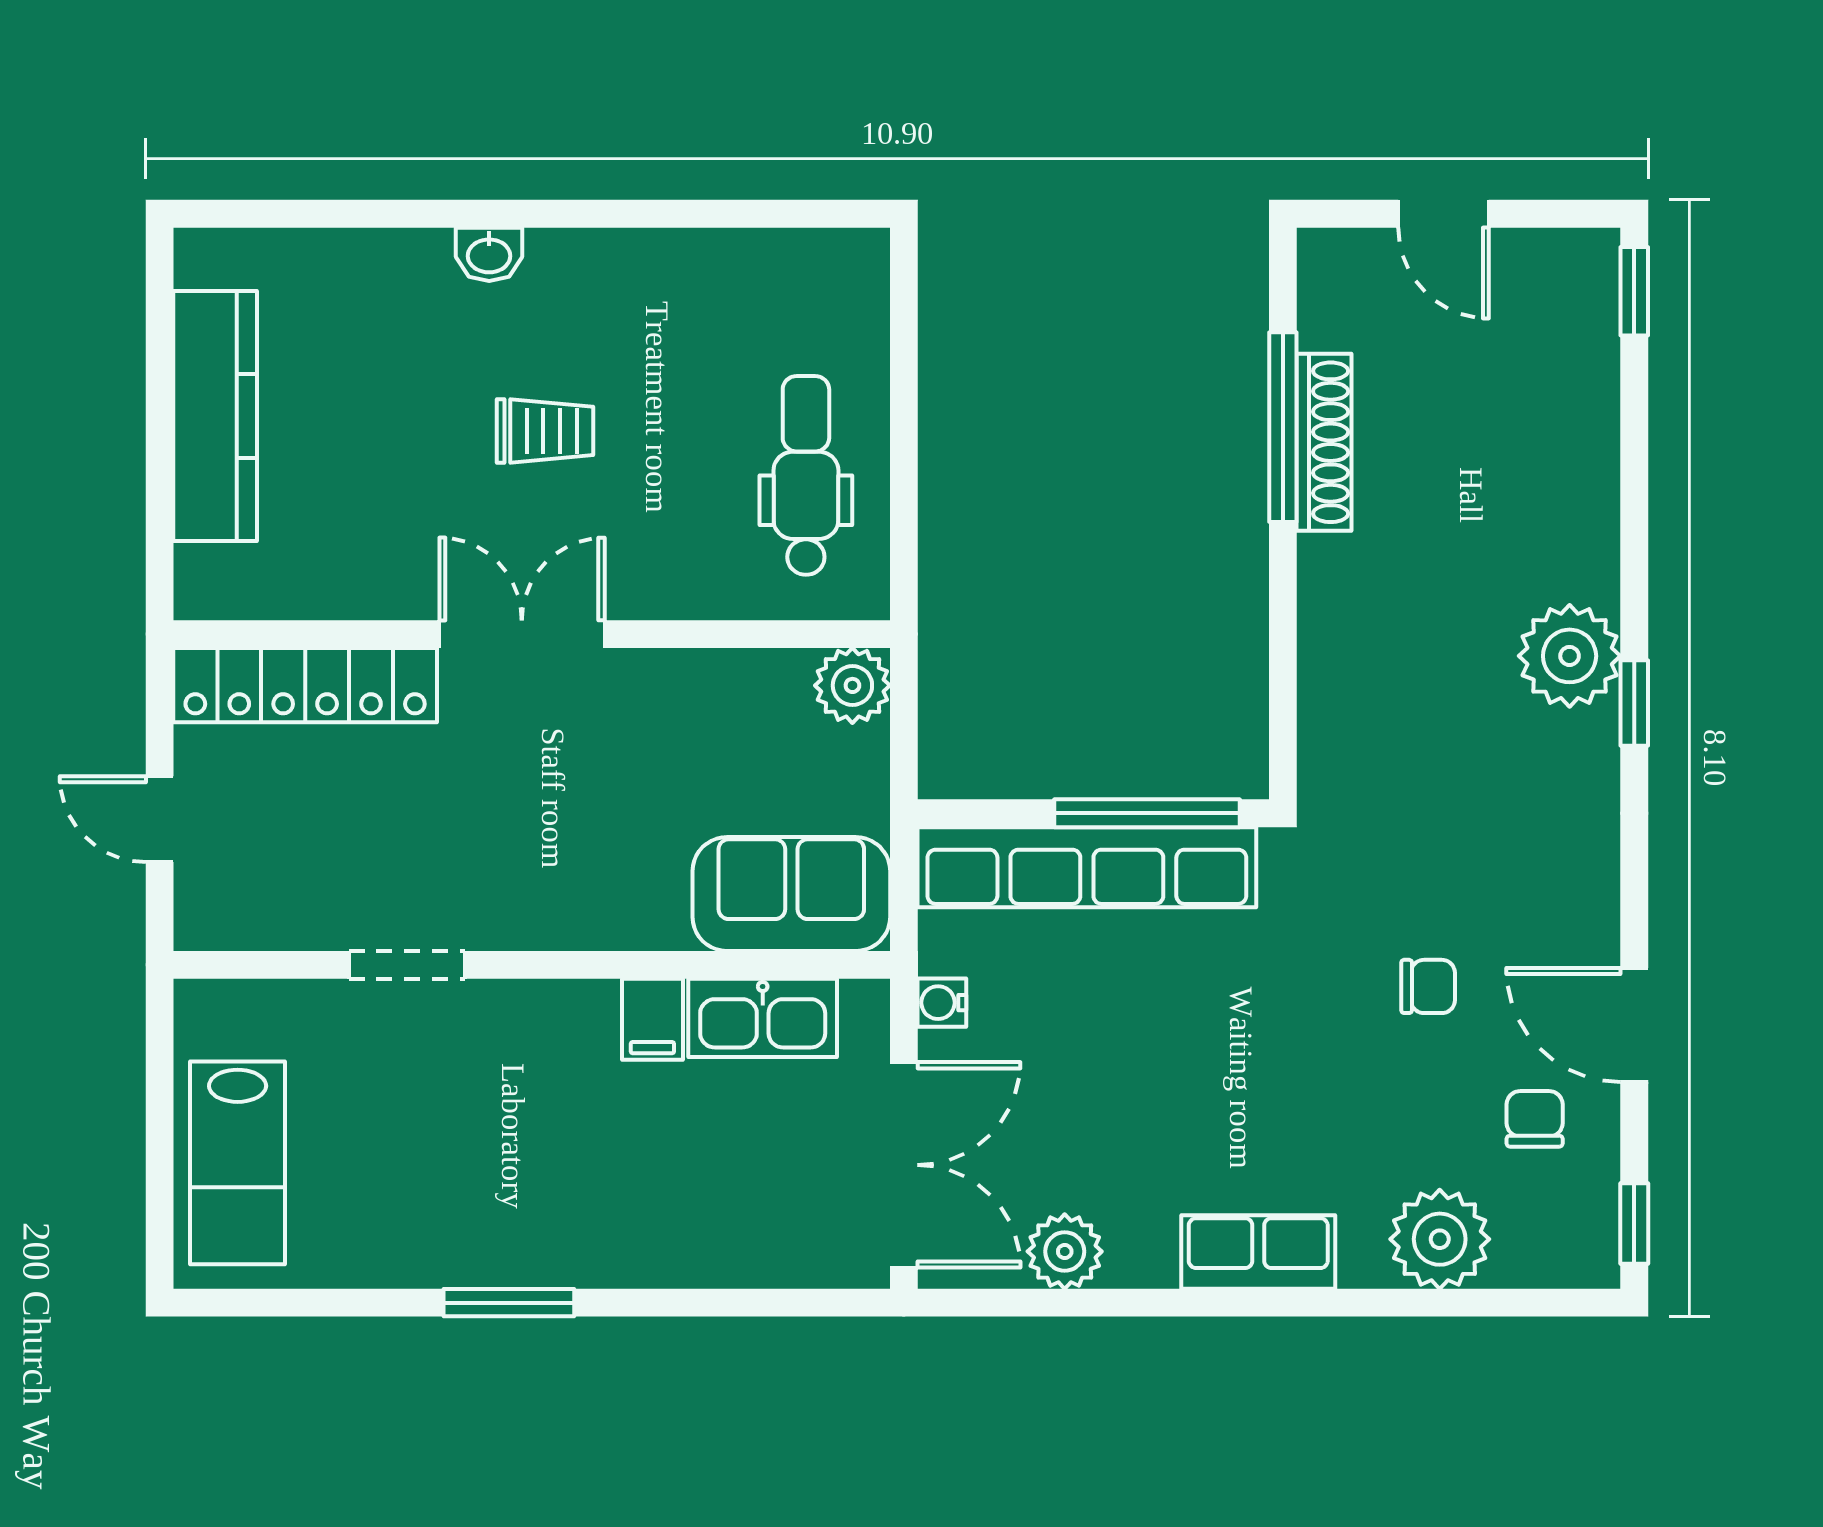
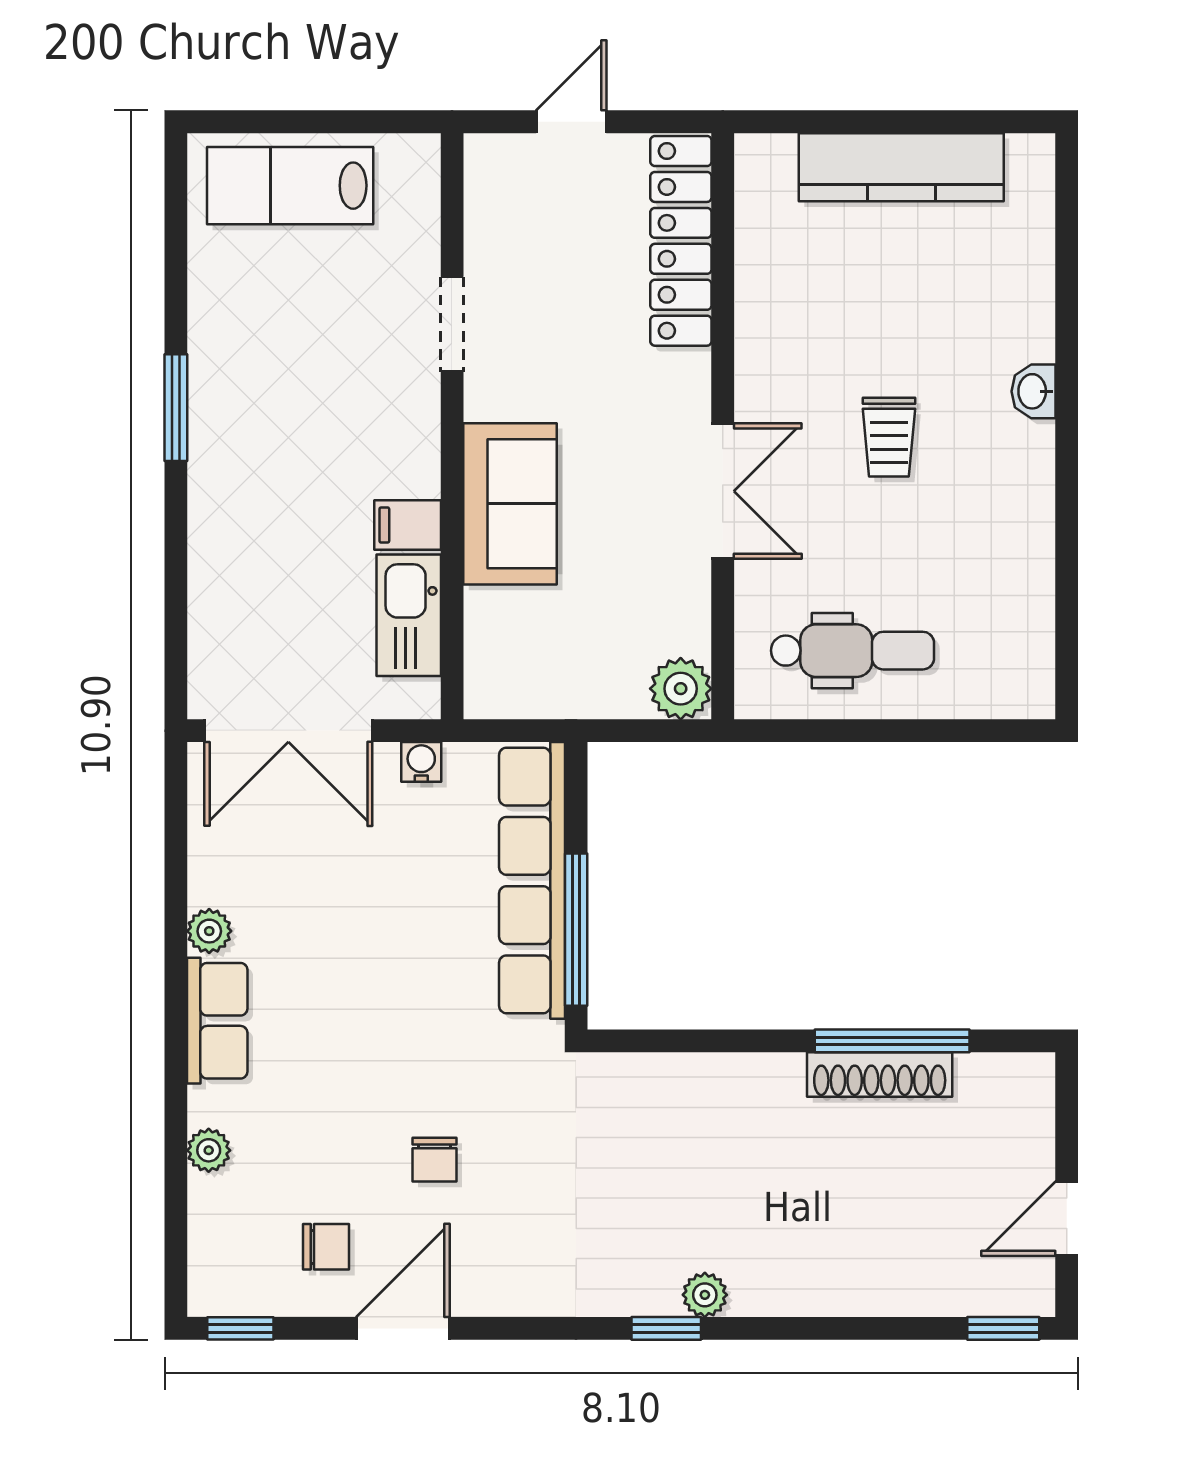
door: (1444, 214) -> (1067, 1219), moved
double door: (522, 634) -> (723, 491), moved
plant: (1570, 656) -> (705, 1295), width x0.53, depth x0.53
sofa: (791, 894) -> (510, 504), moved
plant: (1440, 1239) -> (209, 1150), width x0.53, depth x0.53
plant: (1065, 1251) -> (209, 931), moved, width x0.73, depth x0.73

